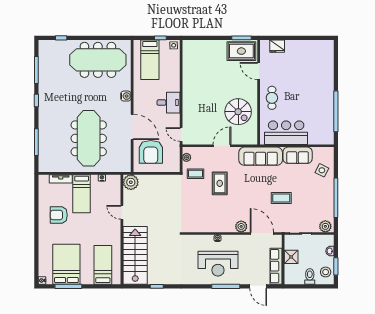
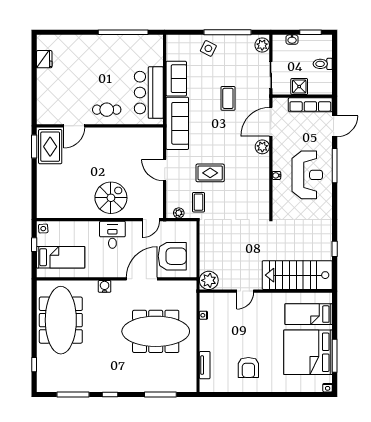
fridge: (277, 46) -> (44, 59), moved
spiral stairs: (238, 112) -> (111, 198), moved
side table: (322, 170) -> (208, 48), moved
bed: (82, 194) -> (223, 340), removed
bed: (66, 264) -> (308, 352), width x1.36
stool: (326, 272) -> (317, 45), removed

